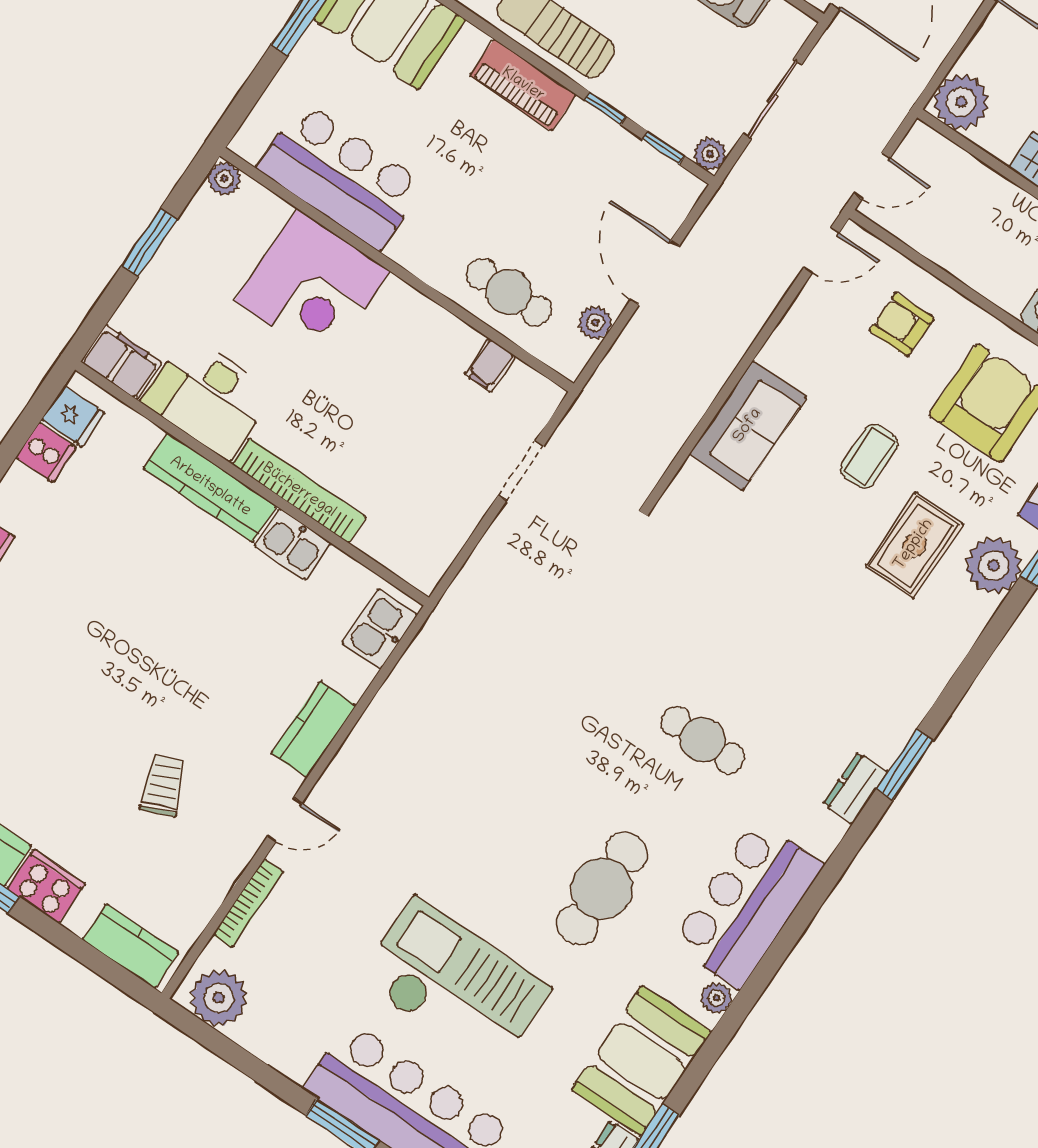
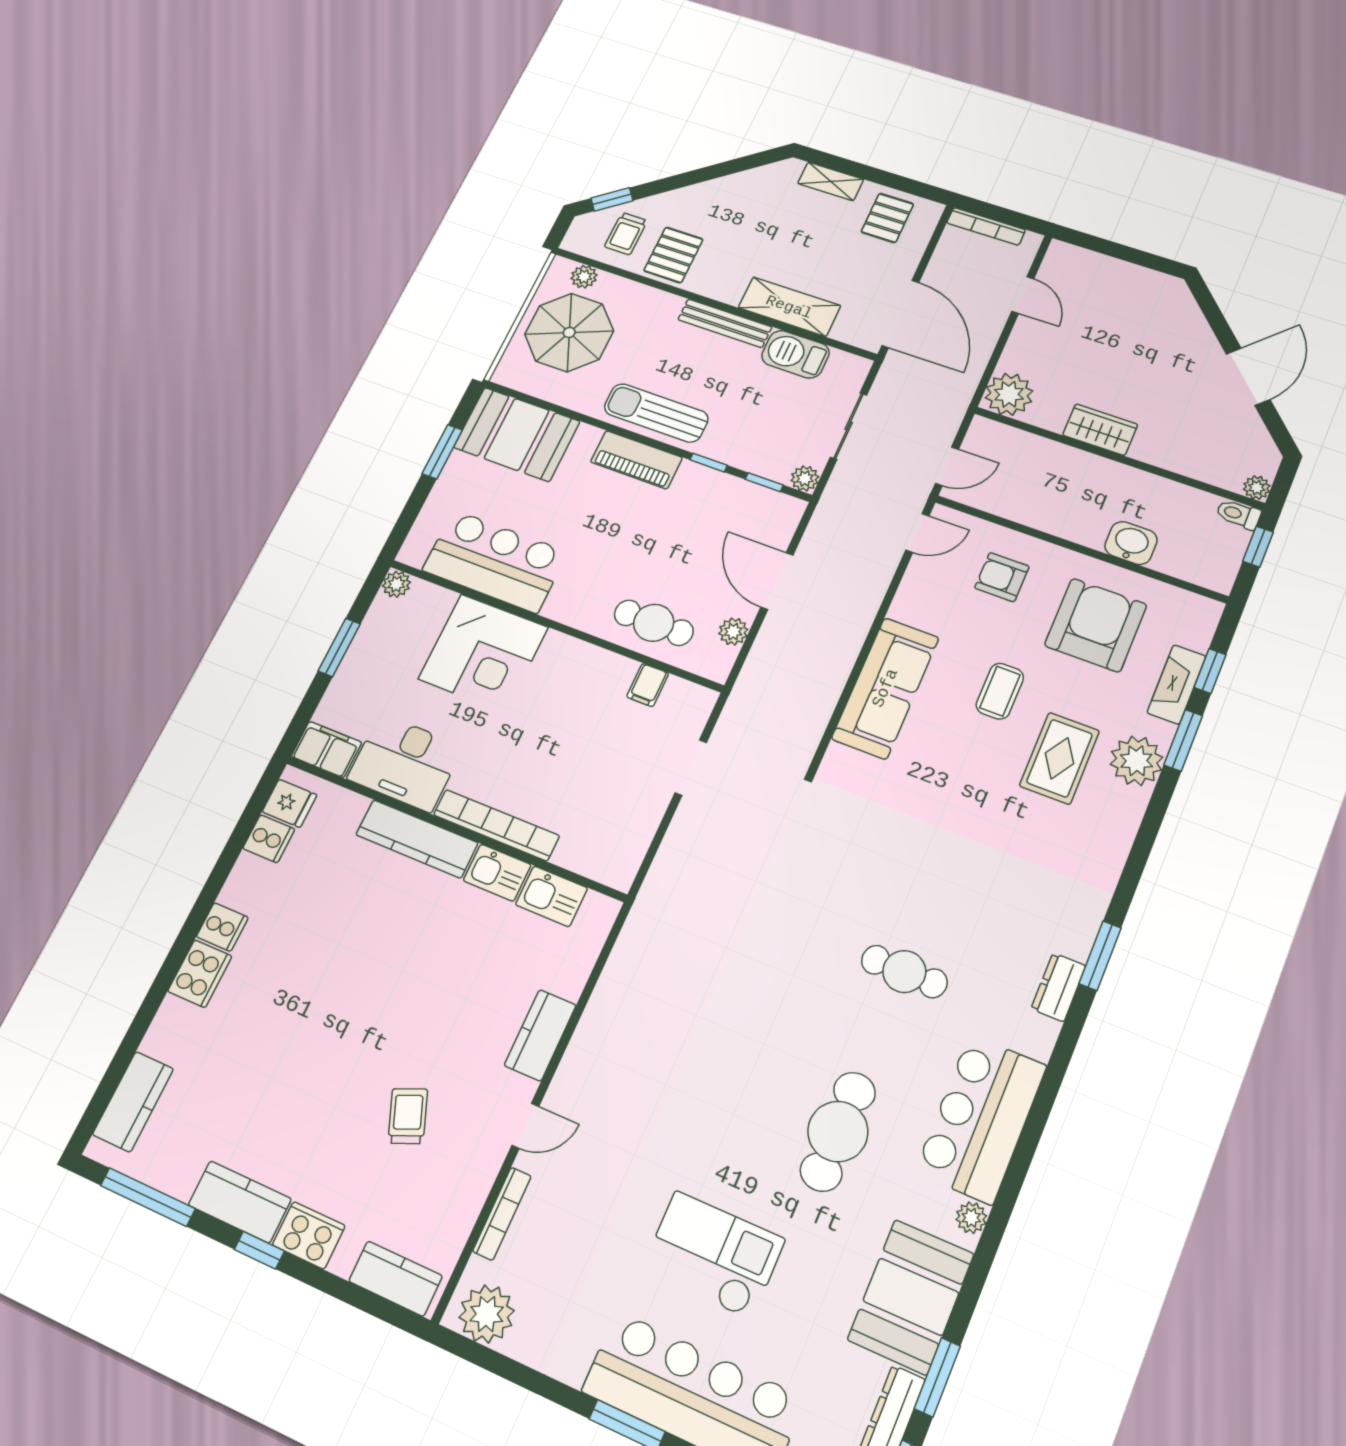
sofa: (748, 426) -> (885, 688), width x1.36
kitchen sink: (379, 629) -> (551, 896), moved, turned -90
checkout: (455, 984) -> (713, 1255), width x0.73, depth x0.83

